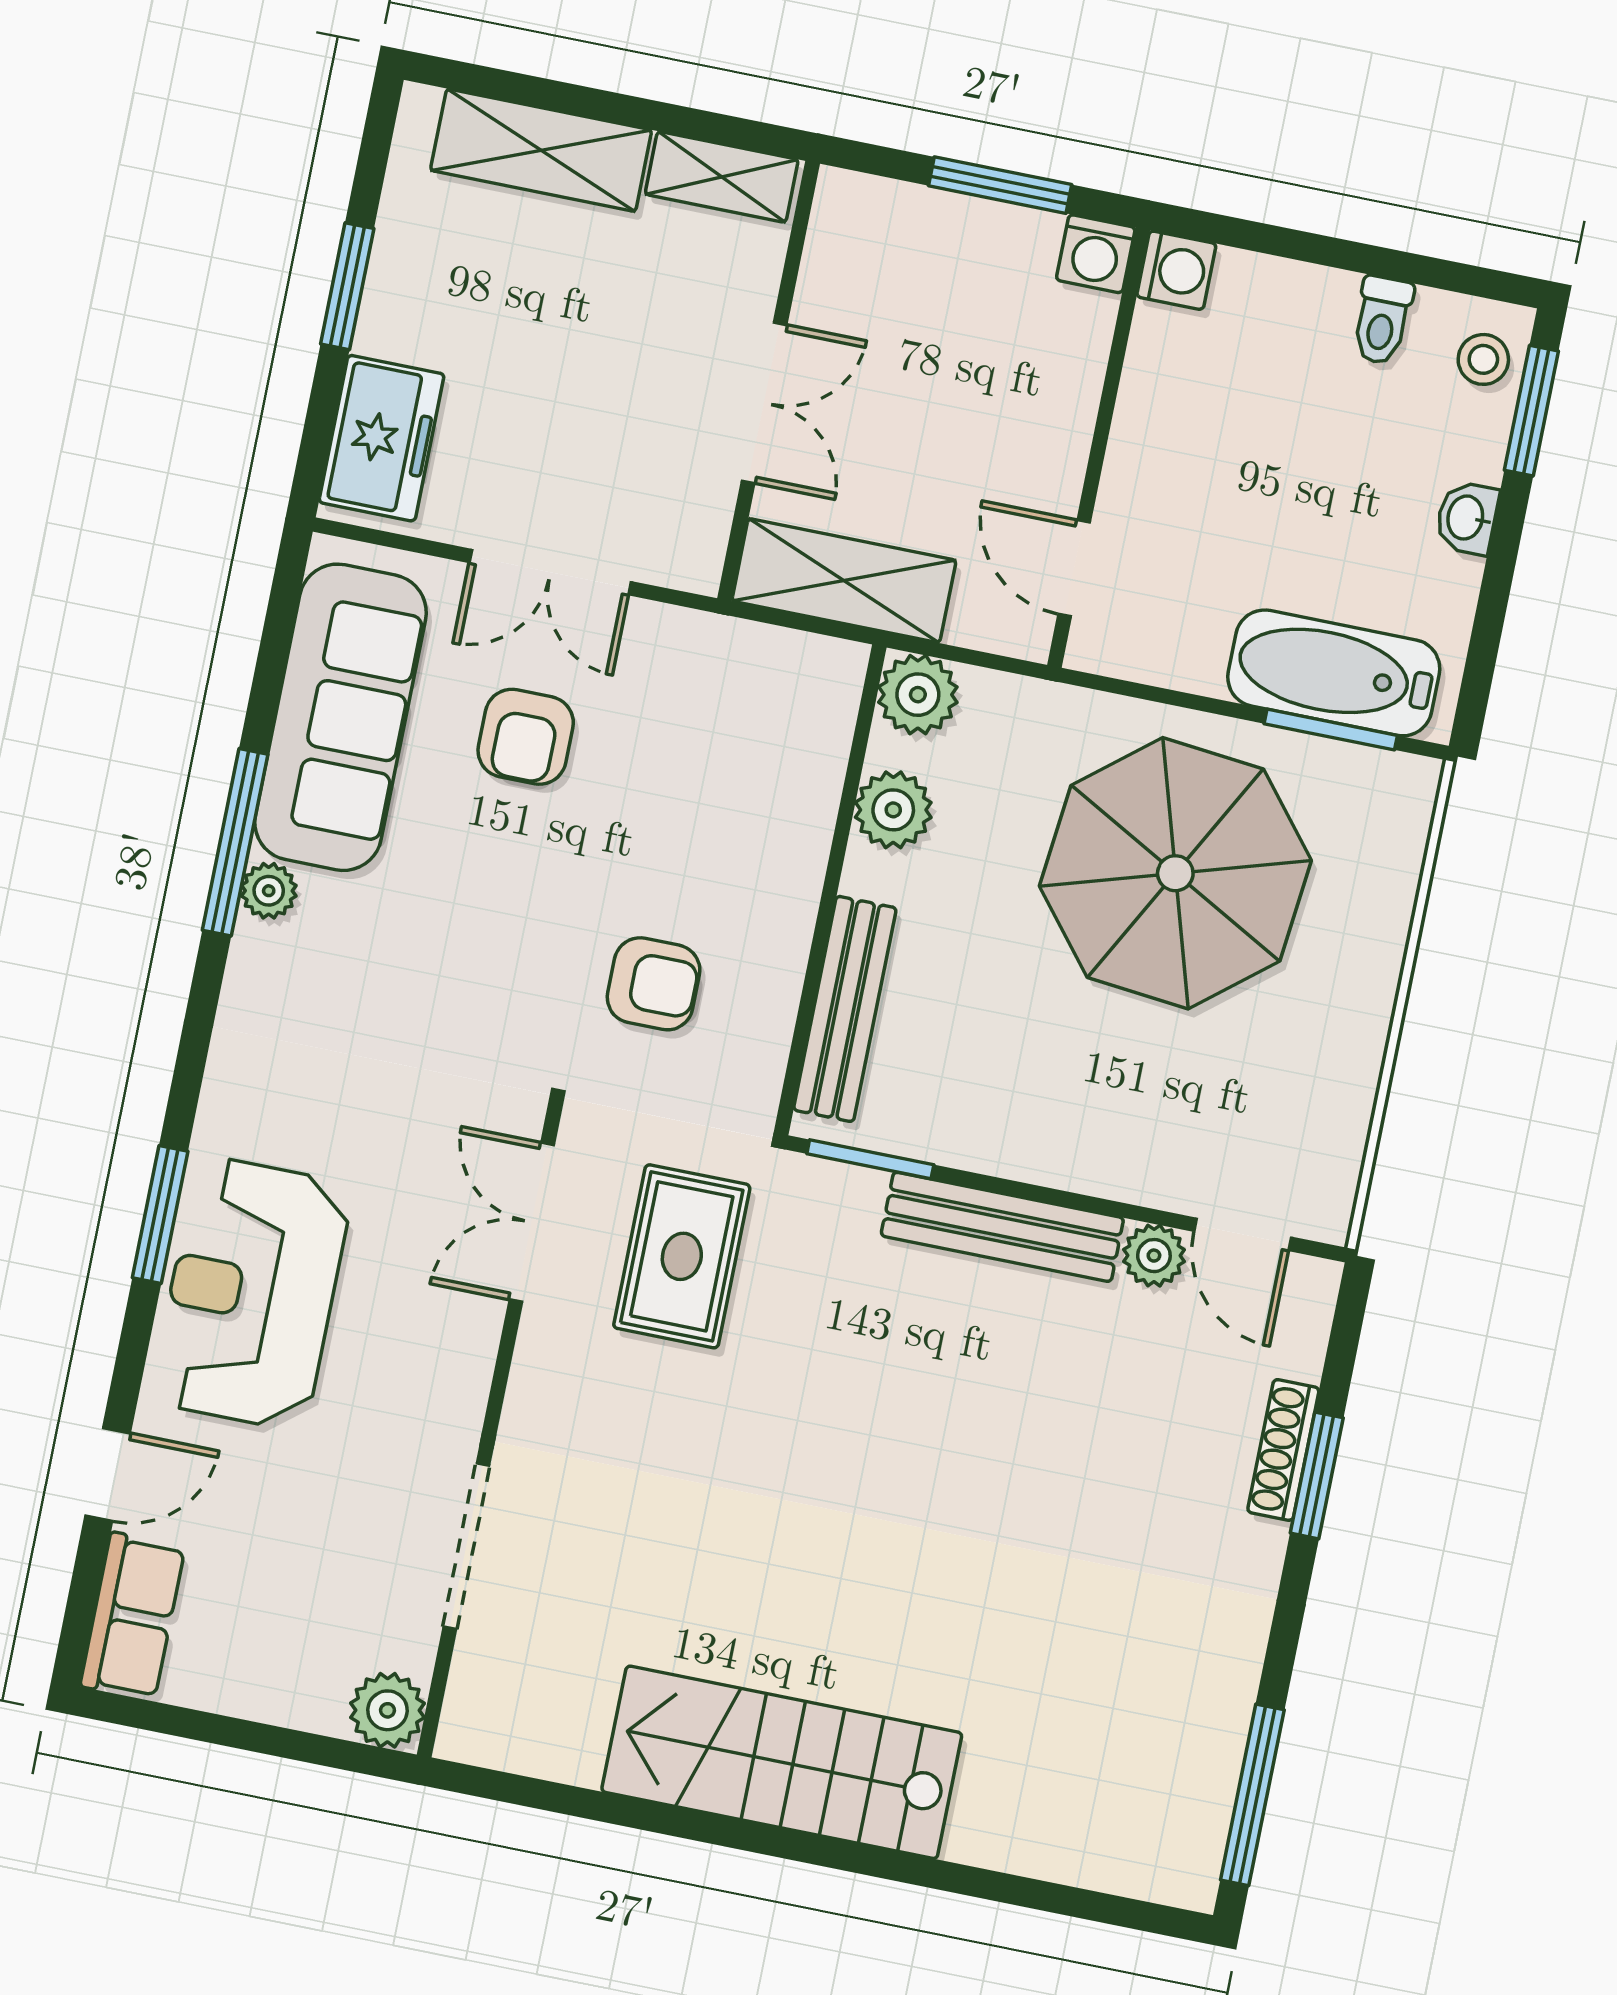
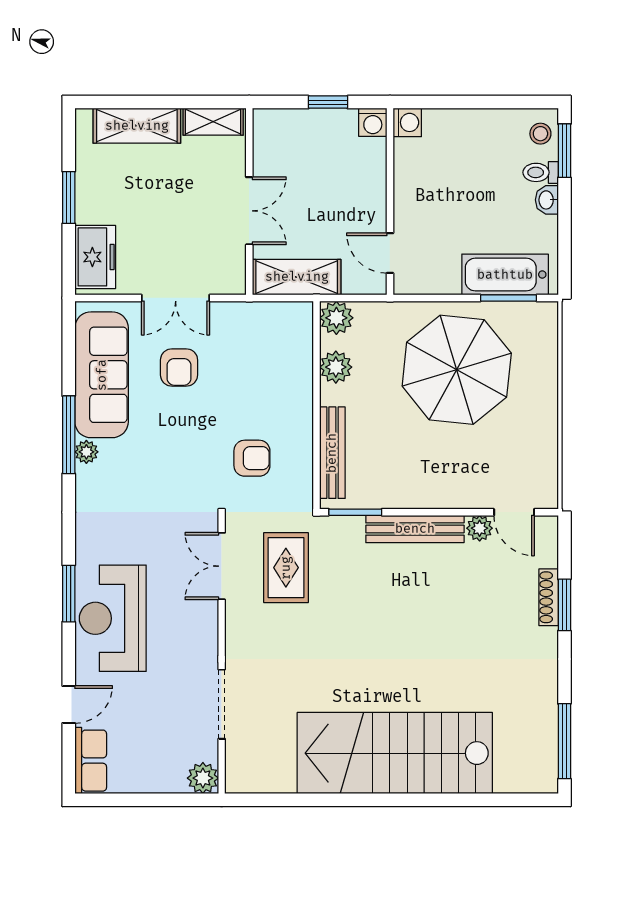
window: (1000, 185) -> (328, 102), width x0.67
toilet: (1382, 320) -> (541, 172), moved, turned 90
stairs: (782, 1762) -> (395, 753), width x1.36, depth x1.51

